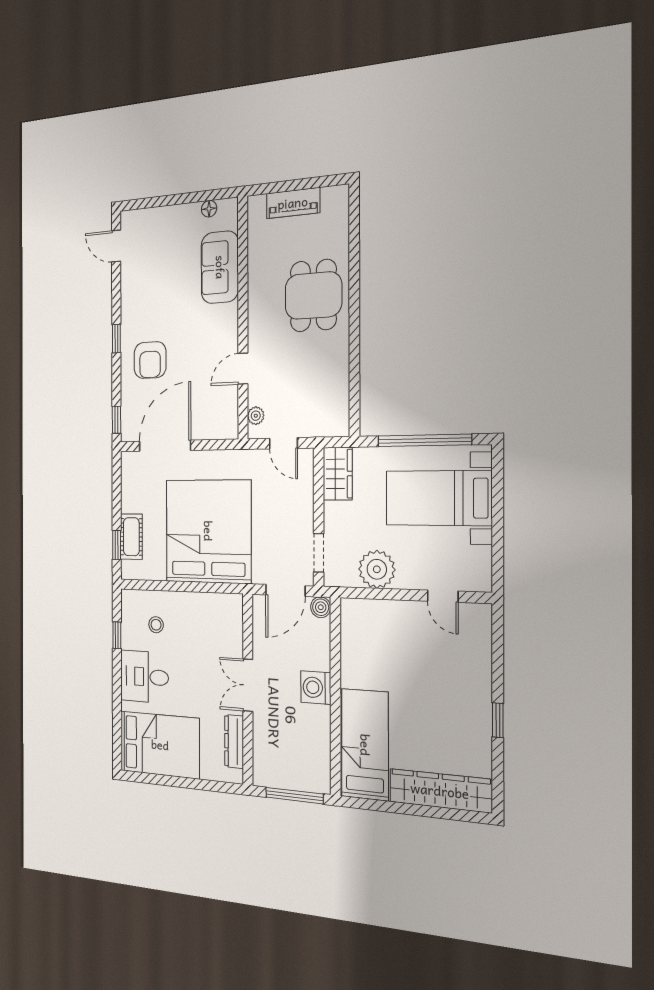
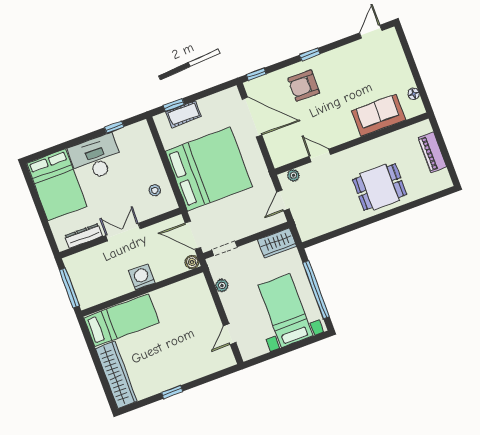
plant: (377, 569) -> (222, 285), width x0.53, depth x0.53
stool: (156, 625) -> (155, 190), moved
desk: (144, 677) -> (96, 158), width x1.37

